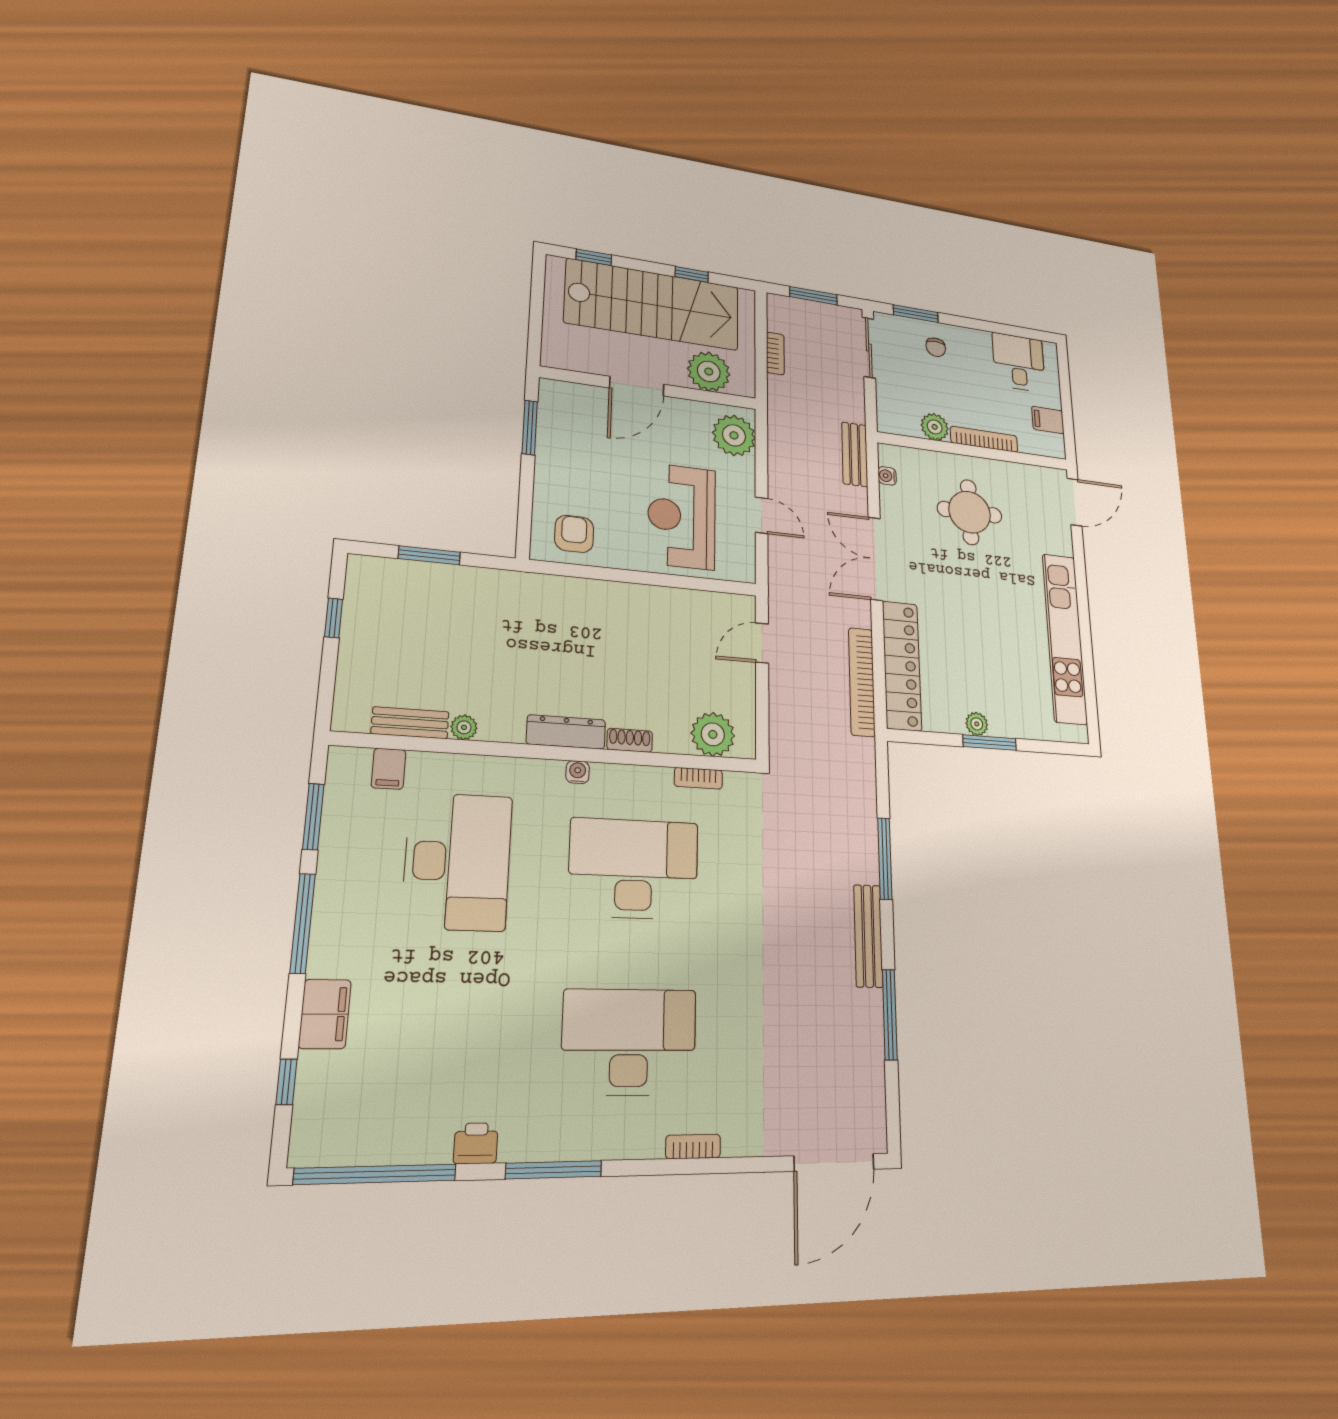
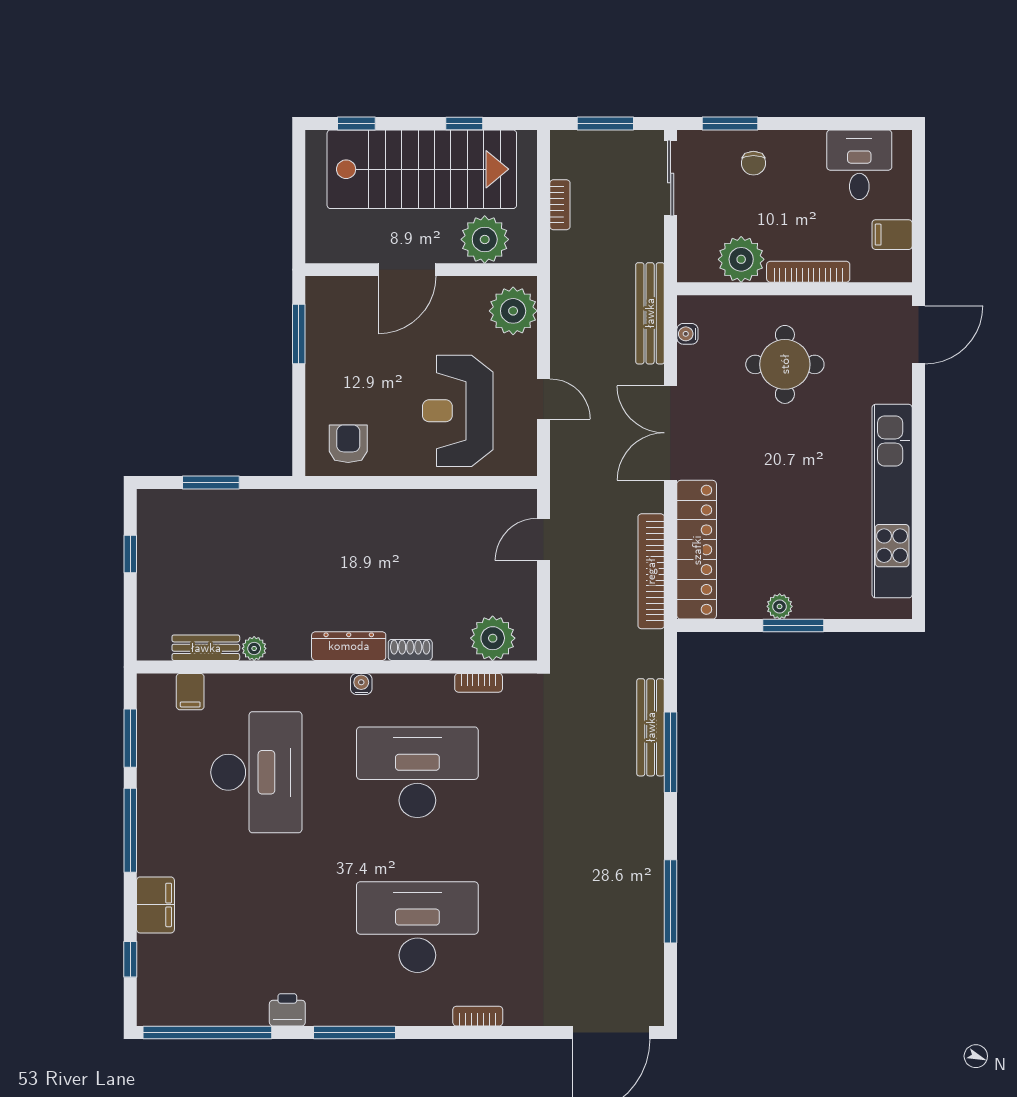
plant: (935, 427) -> (741, 259), width x1.36, depth x1.36
bench: (855, 454) -> (650, 313), width x1.36
bench: (868, 936) -> (651, 727), moved

